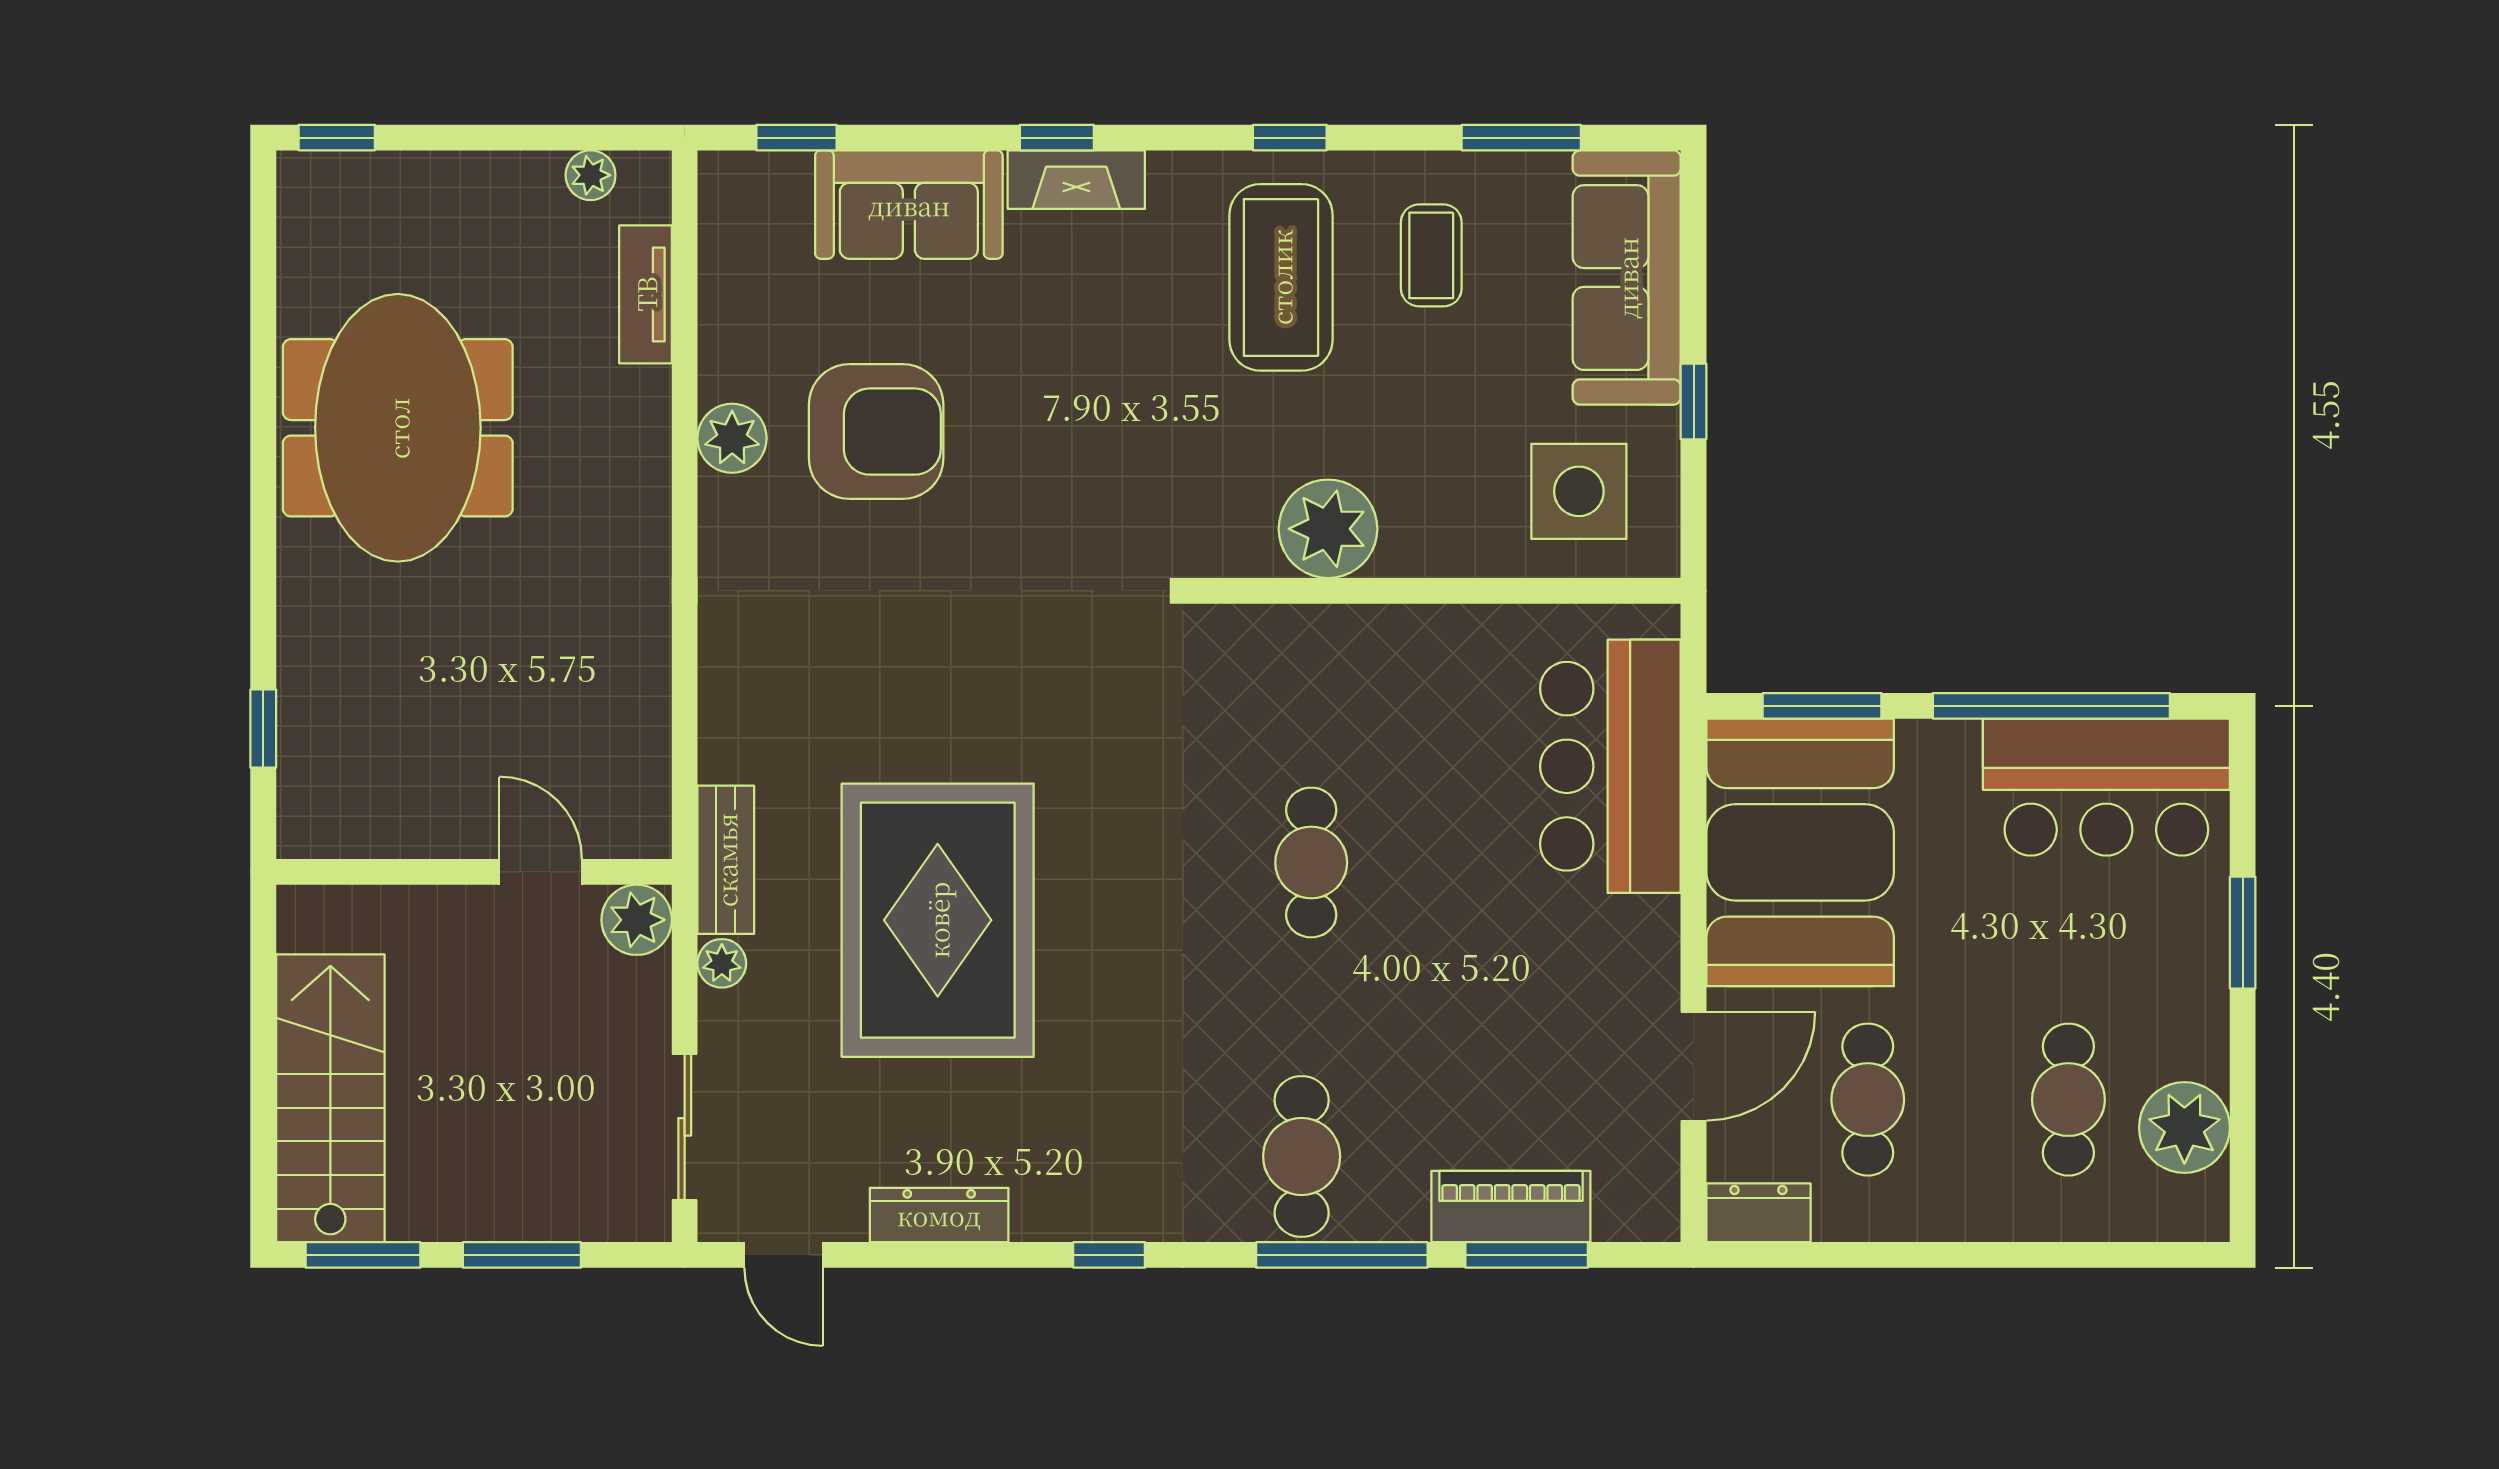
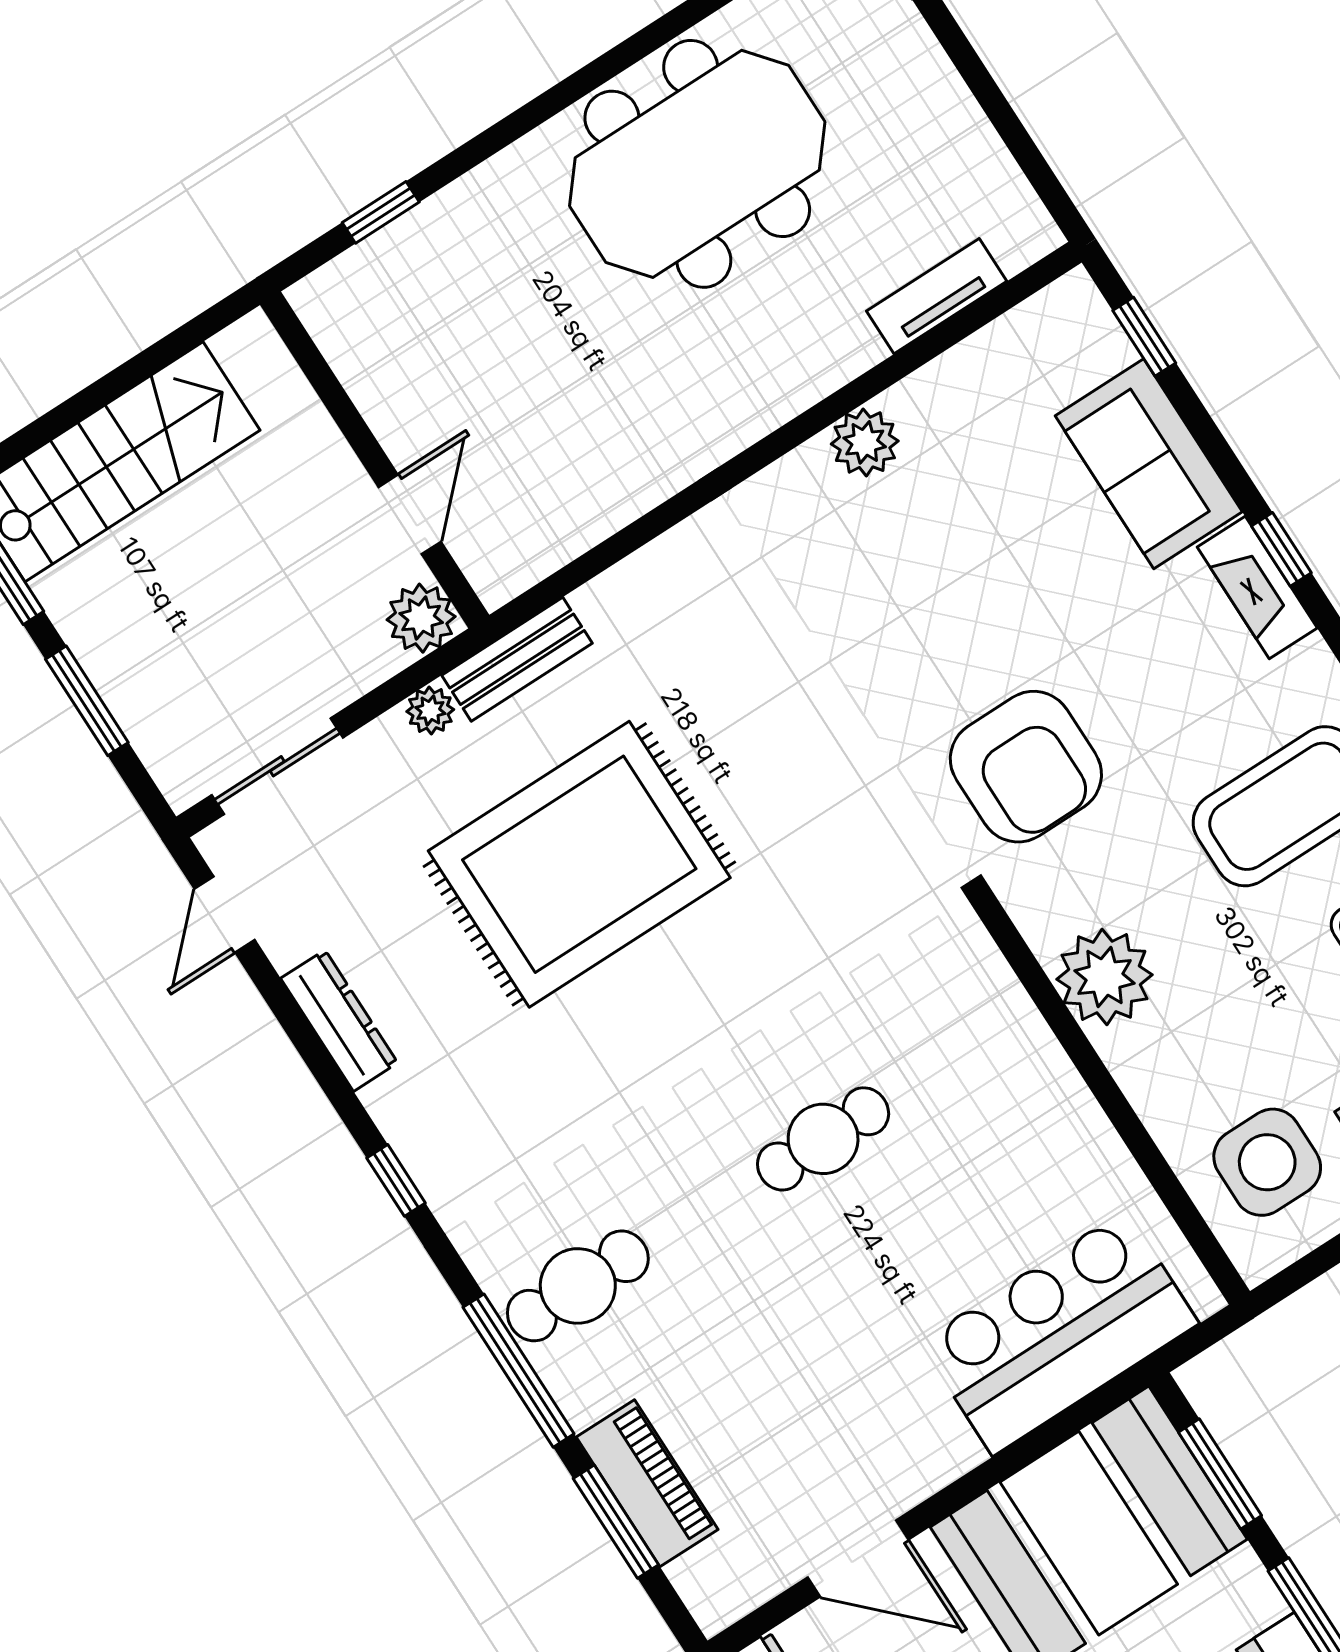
plant: (591, 175) -> (1005, 188), removed
armchair: (876, 432) -> (1026, 767), moved

